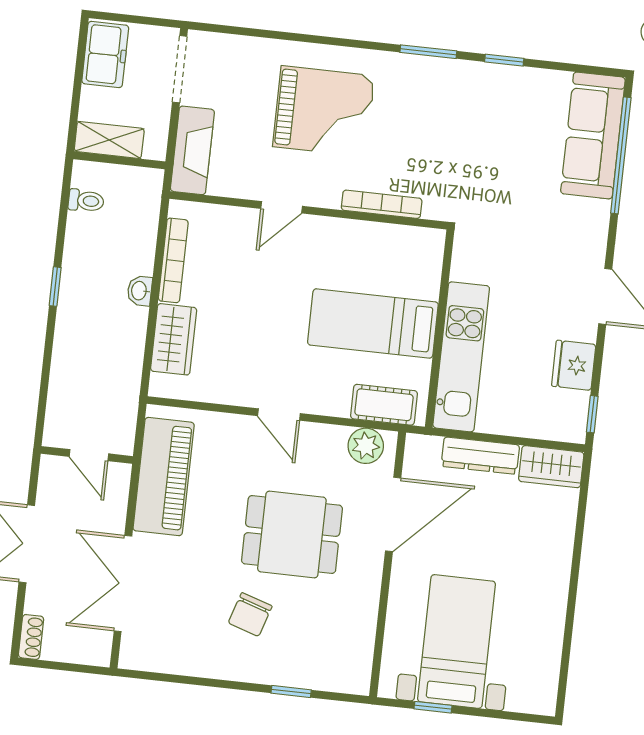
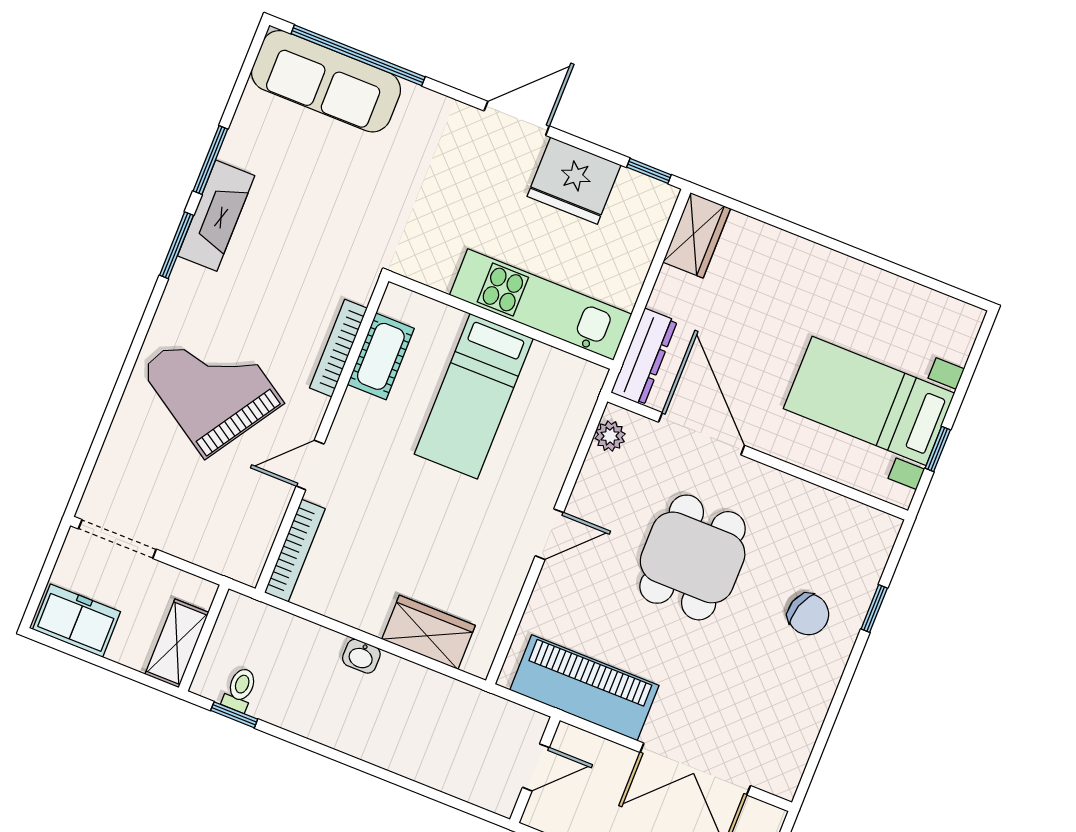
window: (504, 60) -> (210, 160), width x1.50
grand piano: (324, 111) -> (212, 386), turned -57
fireplace: (192, 150) -> (216, 216), moved, turned 90
door: (282, 207) -> (310, 465), swing flipped
bookcase: (173, 260) -> (295, 551), moved, turned 90
window: (55, 287) -> (234, 715), moved
fridge: (574, 365) -> (574, 181), width x1.36, depth x1.34
cot: (384, 405) -> (381, 356), moved
plant: (366, 446) -> (610, 436), width x0.73, depth x0.73
dresser: (480, 456) -> (644, 357), moved
chair: (250, 614) -> (808, 614), moved

